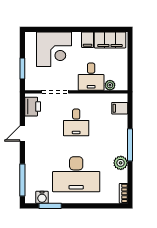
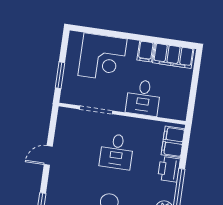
plant: (110, 85) -> (165, 112), removed
printer: (33, 107) -> (169, 169), moved, turned 180
filing cabinet: (120, 108) -> (173, 142), width x2.00

